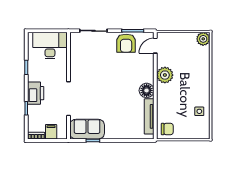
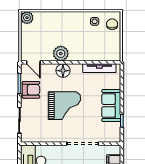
grand piano: (109, 79) -> (64, 106), added
floor lamp: (147, 90) -> (63, 71), moved
sofa: (87, 129) -> (111, 106), moved
chair: (167, 129) -> (112, 24), moved

